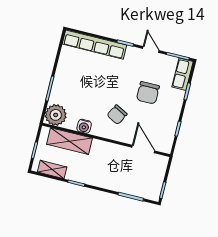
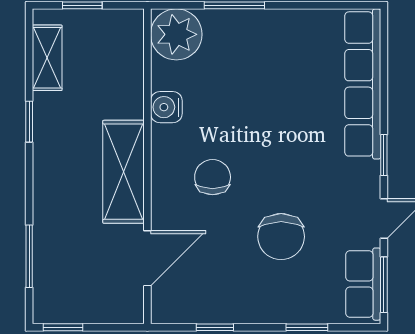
row of seats: (183, 74) -> (363, 284), moved, turned -90
chair: (148, 93) -> (281, 237), turned -90
chair: (117, 115) -> (213, 177), turned 62
shelving: (69, 141) -> (123, 172), moved

